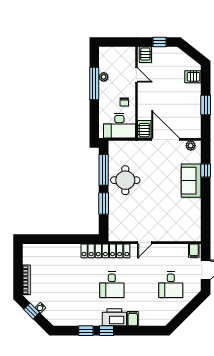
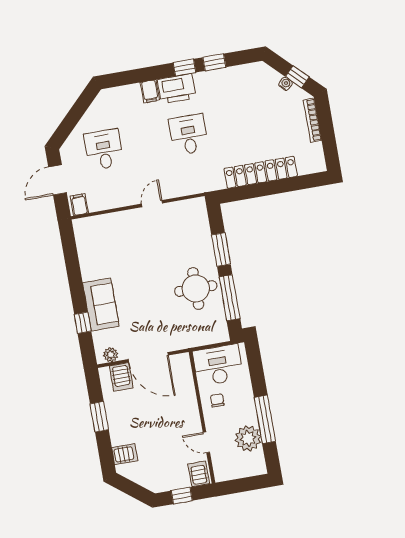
plant: (104, 77) -> (248, 438), width x1.88, depth x1.88
server rack: (144, 129) -> (121, 377), moved
locker: (105, 251) -> (261, 172), moved

